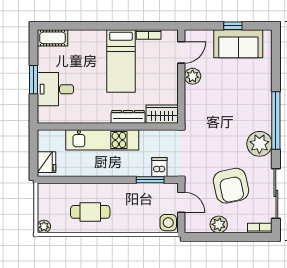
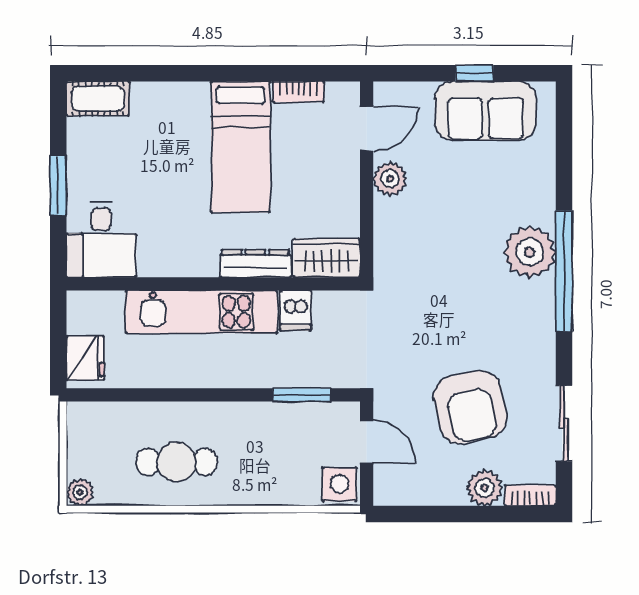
desk: (55, 89) -> (101, 240), moved, turned -90
plant: (259, 144) -> (530, 252), moved
dishwasher: (159, 167) -> (296, 310), moved, turned 180
sliding door: (276, 193) -> (564, 423), width x0.73
plant: (219, 224) -> (484, 488), moved

